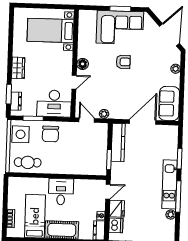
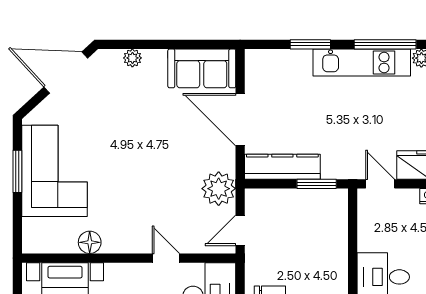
armchair: (123, 62) -> (122, 162), removed
floor lamp: (83, 64) -> (90, 242), moved
plant: (104, 114) -> (219, 189), width x1.88, depth x1.88

